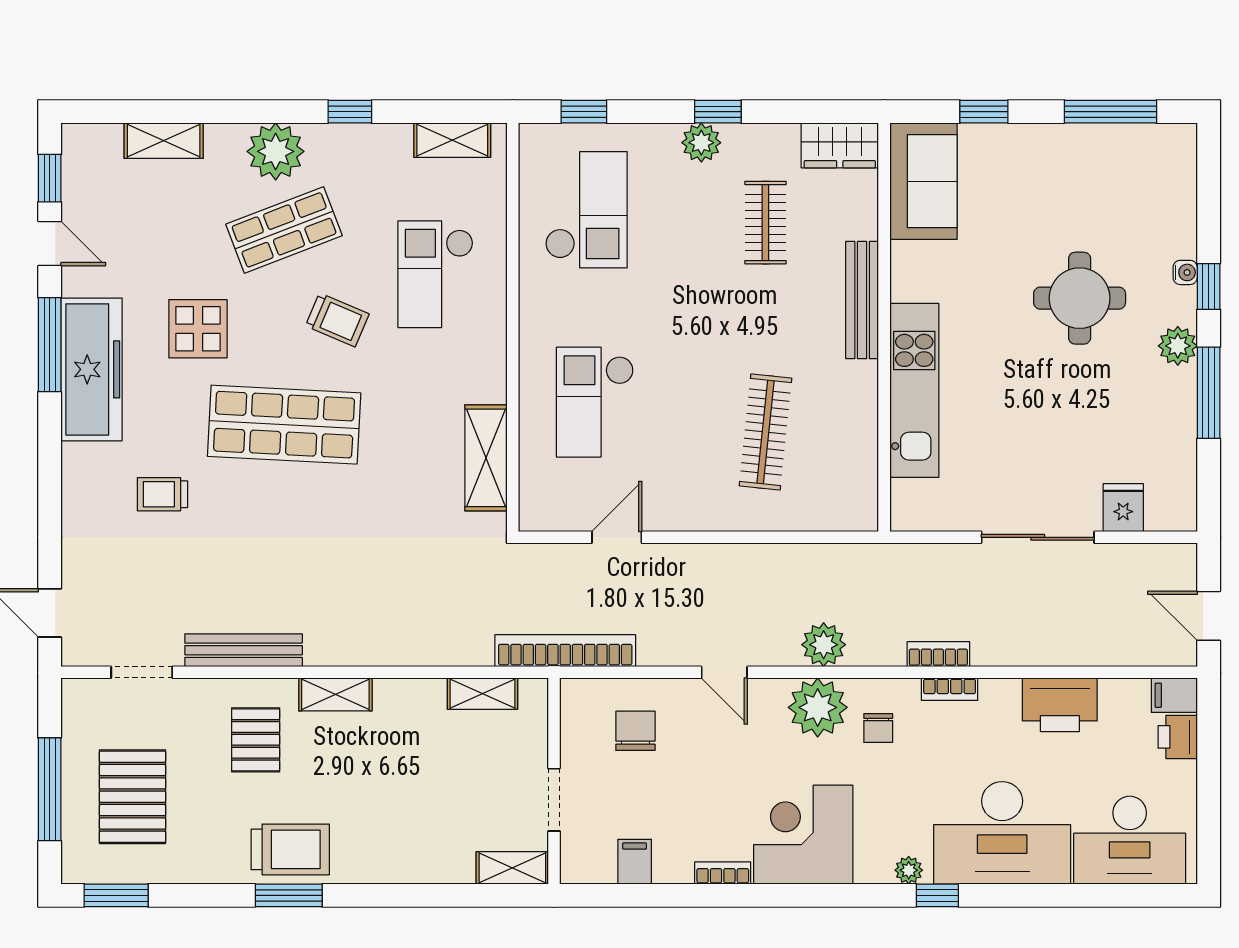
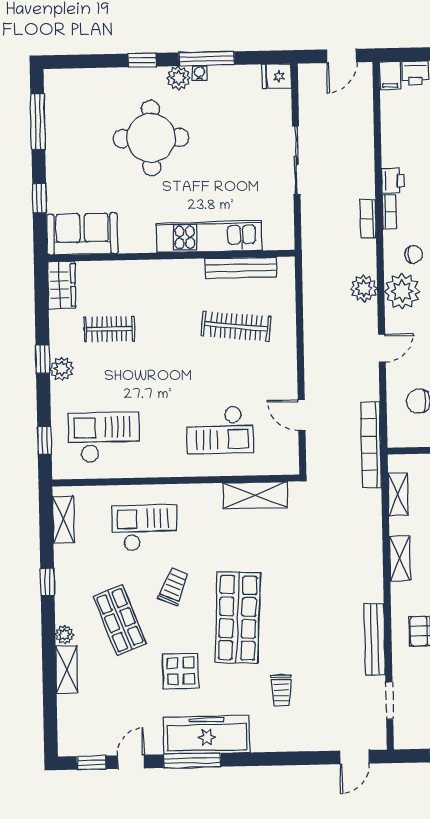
shelving: (164, 141) -> (67, 669), moved
plant: (276, 151) -> (65, 635), width x0.53, depth x0.53
water cooler: (1185, 272) -> (199, 73), moved
checkout: (435, 274) -> (145, 528), turned 180
round table: (1080, 298) -> (151, 138), width x1.36, depth x1.36
bench: (862, 300) -> (241, 268), moved
fridge: (1123, 508) -> (277, 76), moved
shelving: (335, 694) -> (400, 558), moved
printer: (1060, 705) -> (393, 181), moved, width x0.53, depth x0.68

